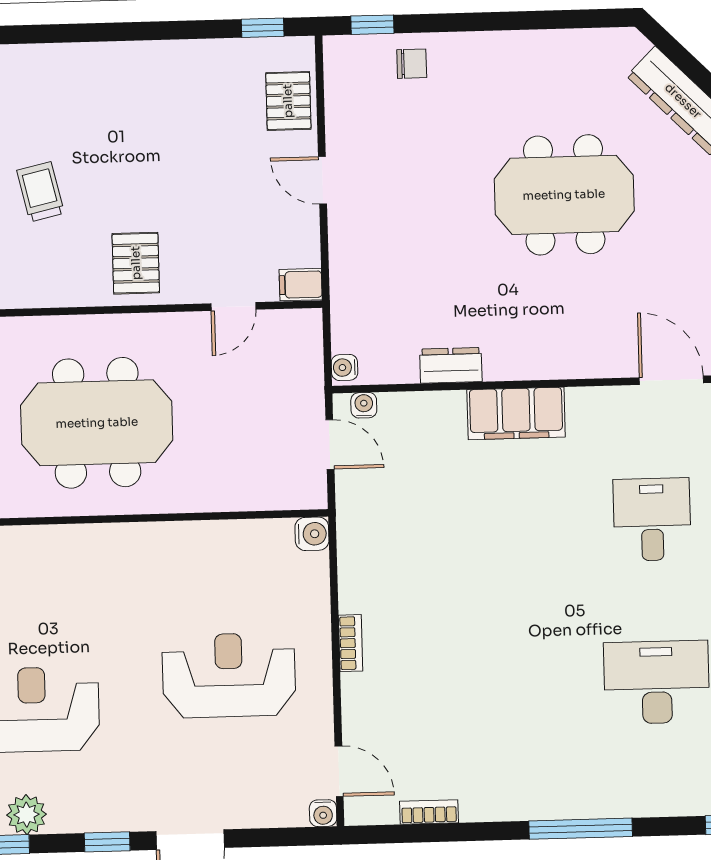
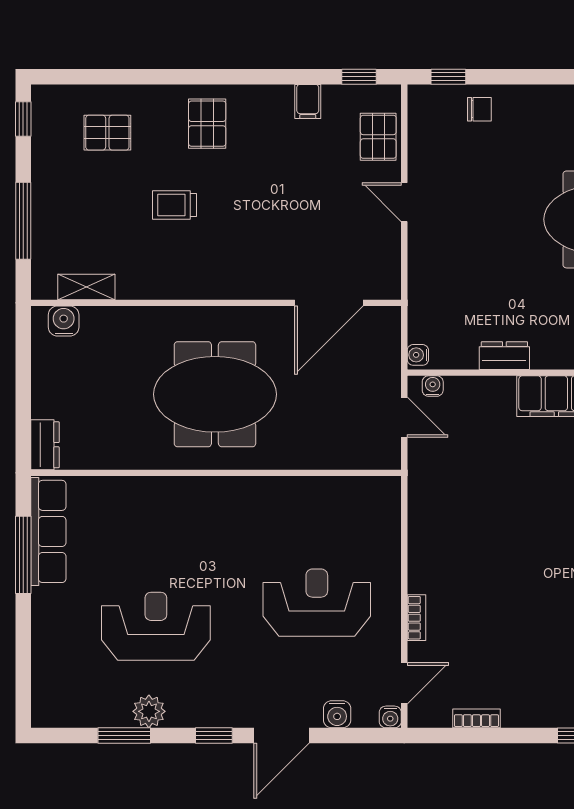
trolley: (40, 192) -> (174, 205), turned -77
pallet: (136, 263) -> (207, 124), moved
filing cabinet: (301, 285) -> (308, 101), moved, turned -90
door: (233, 307) -> (329, 303), width x1.88
water cooler: (312, 534) -> (337, 714), moved, turned 90
bookcase: (351, 643) -> (416, 618), moved
door: (339, 771) -> (404, 683), hinge flipped

